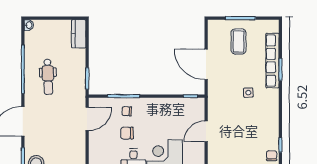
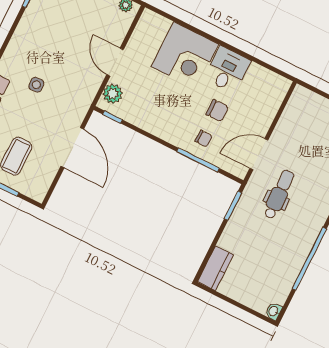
dental chair: (48, 77) -> (279, 194), moved
plant: (198, 111) -> (113, 94), added
door: (206, 131) -> (115, 62), swing flipped

